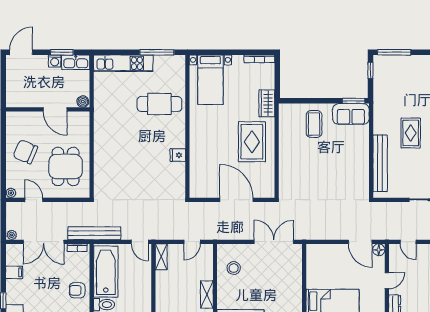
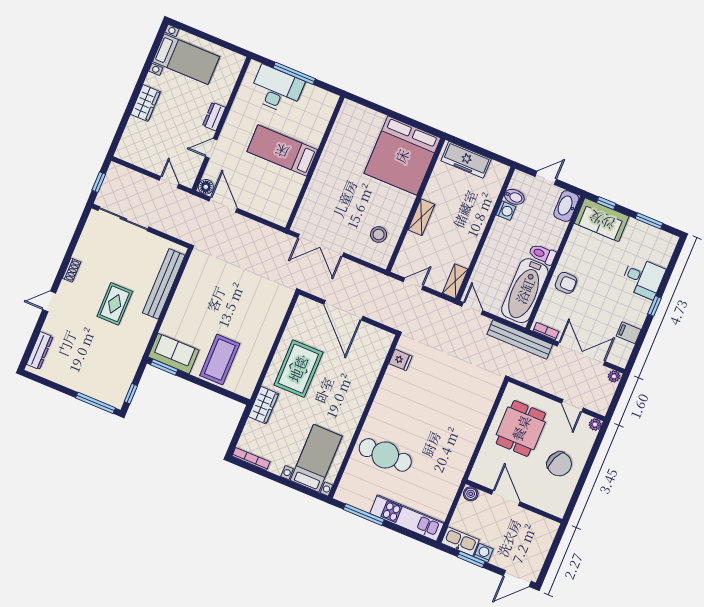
coffee table: (314, 124) -> (220, 360), width x1.36, depth x1.32
fridge: (178, 155) -> (400, 360), moved

